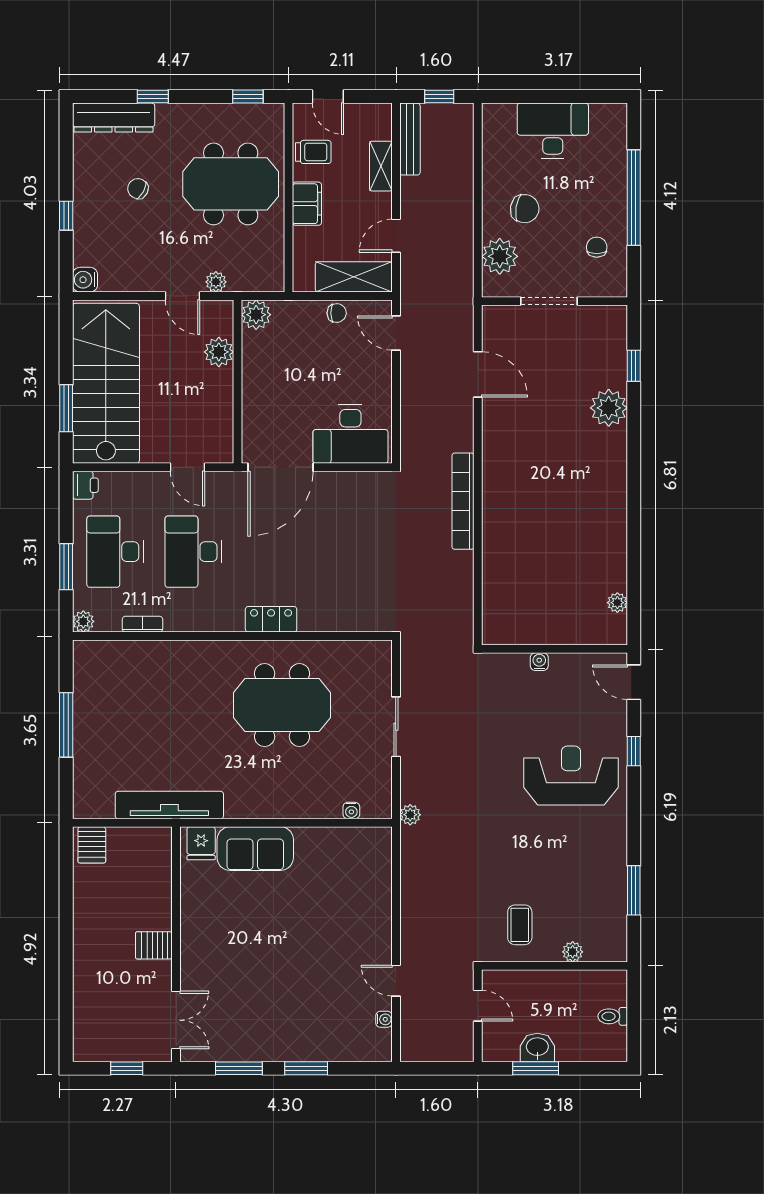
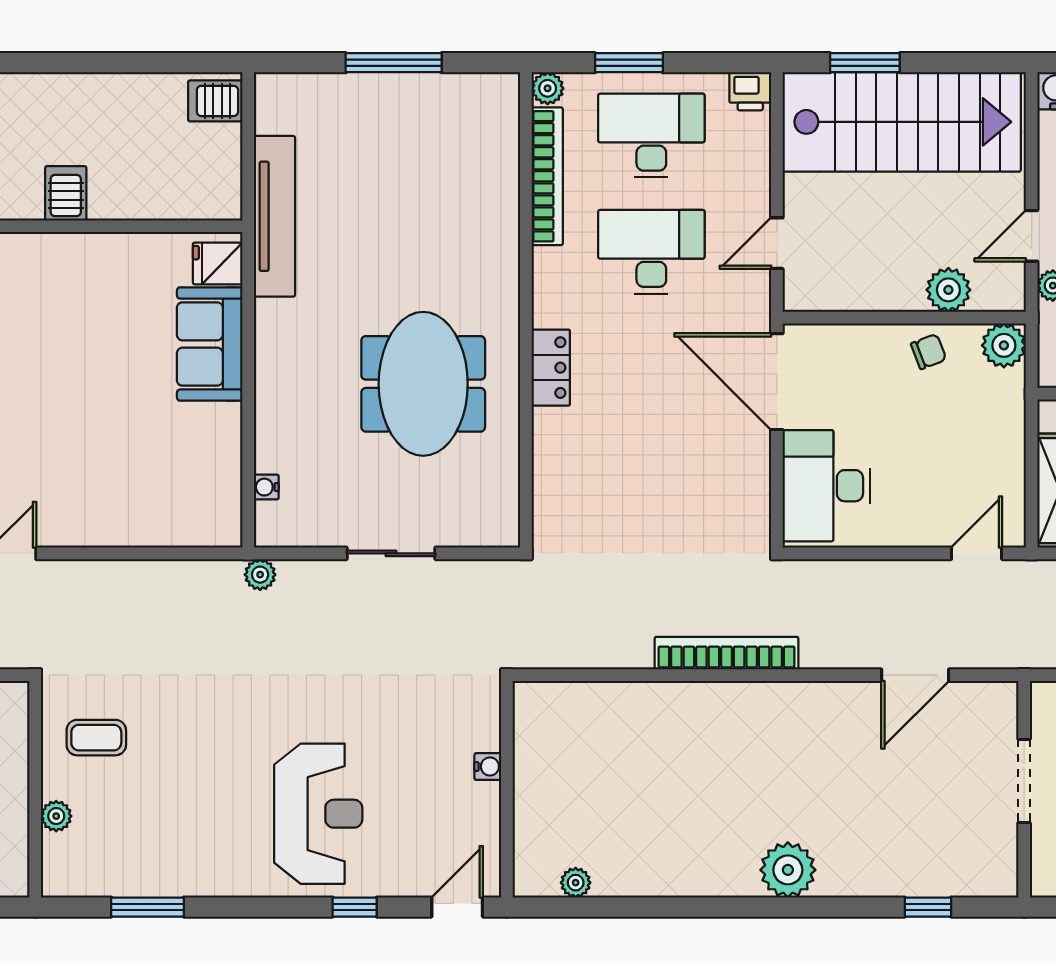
chair: (337, 313) -> (929, 352), moved, turned -109
plant: (609, 408) -> (788, 870), moved
bookcase: (142, 624) -> (547, 176), width x2.31, depth x1.31

